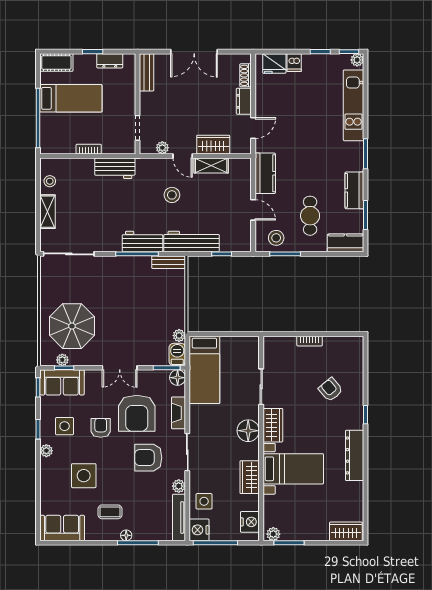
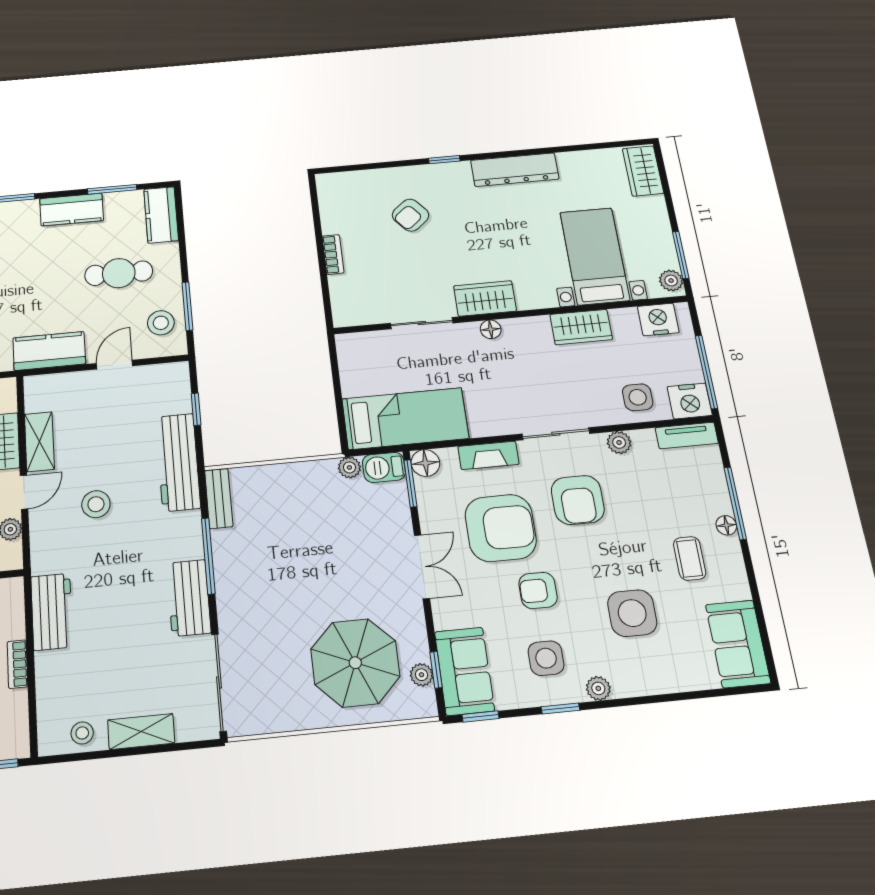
workbench: (142, 242) -> (189, 598), moved
floor lamp: (248, 431) -> (491, 329), width x0.53, depth x0.53
bed with nightstands: (293, 469) -> (595, 256), moved
tv unit: (179, 517) -> (687, 436), width x0.71

